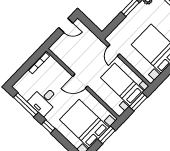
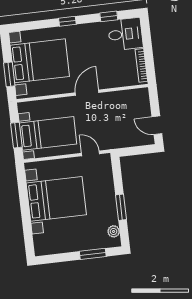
door: (66, 25) -> (157, 125), hinge flipped
desk: (44, 101) -> (125, 34), moved, turned 90
window: (26, 105) -> (109, 16), width x0.46

